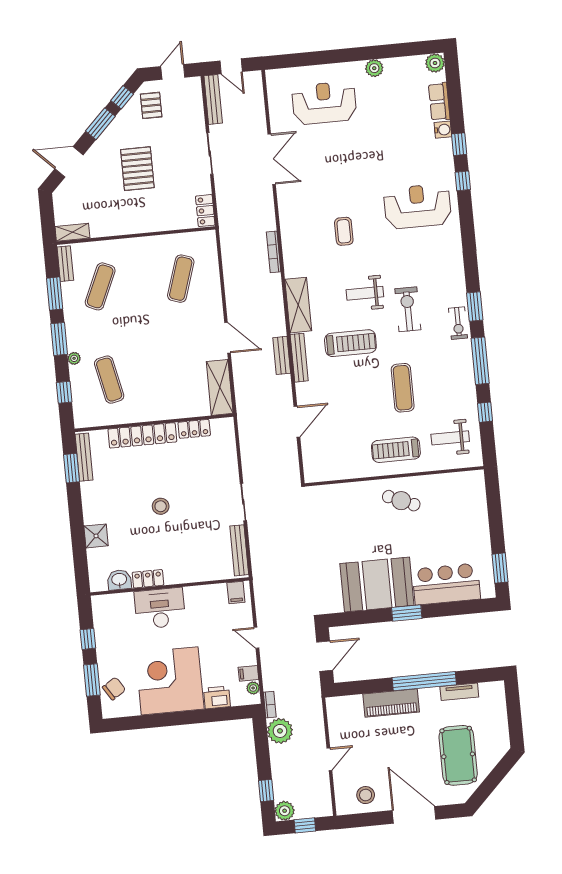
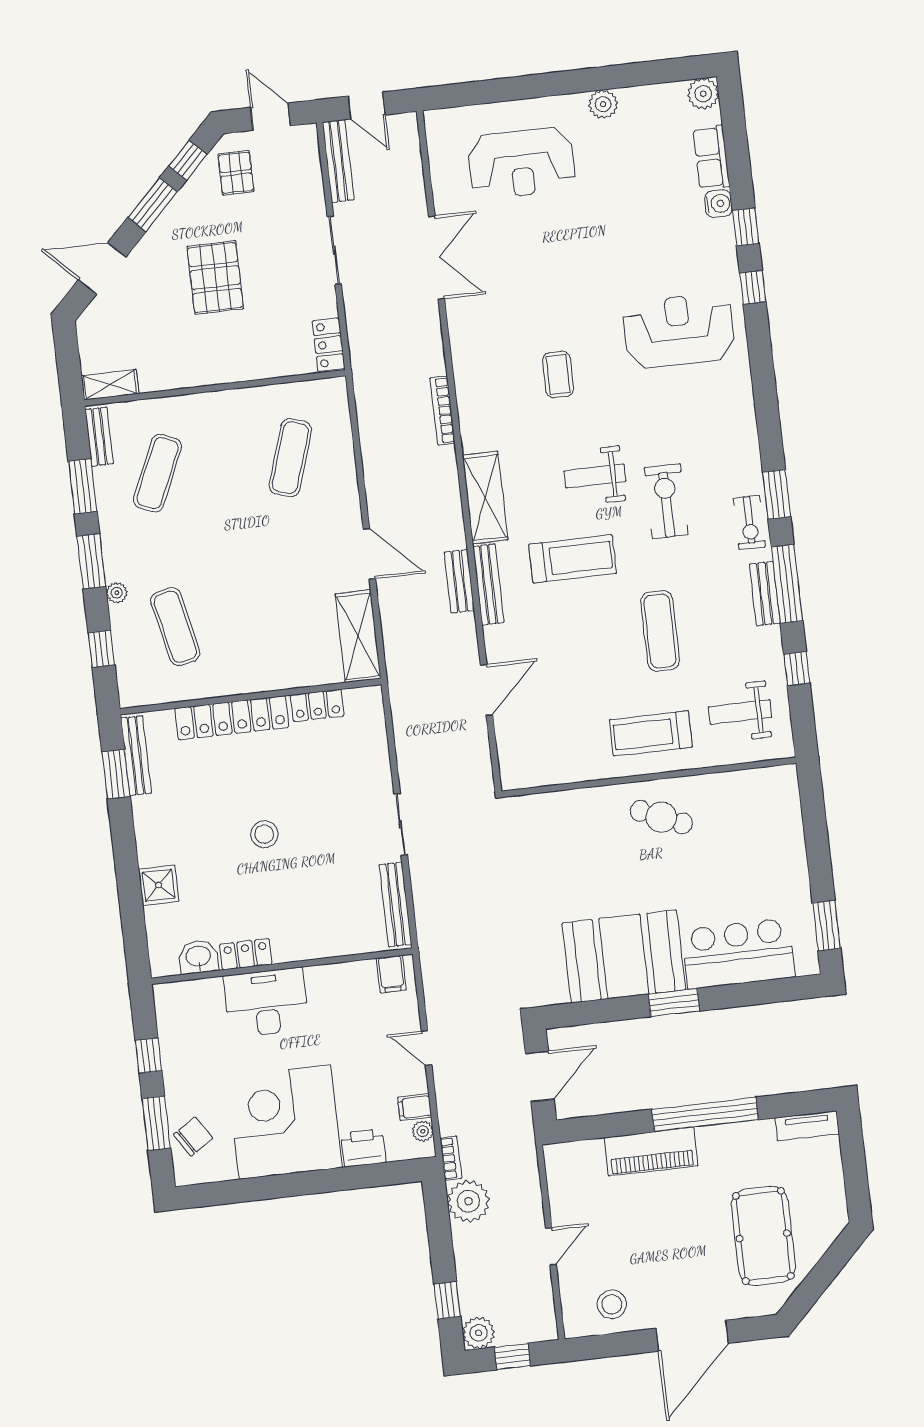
door: (173, 72) -> (271, 117), hinge flipped
reception desk: (324, 103) -> (521, 163), turned 180
bench: (467, 366) -> (765, 594), added
tv unit: (459, 692) -> (807, 1126), moved
door: (414, 815) -> (692, 1336), swing flipped

